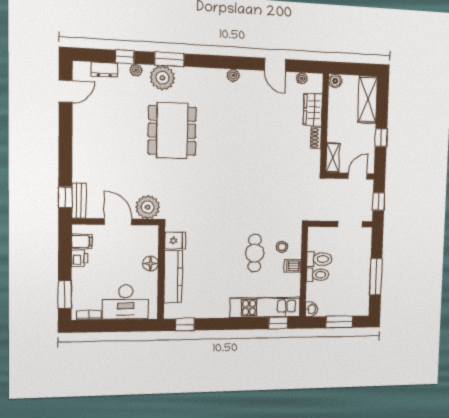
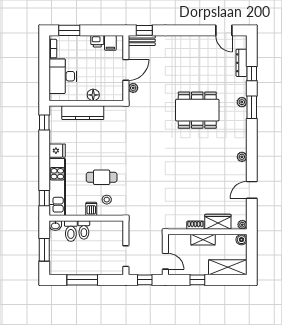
dresser: (104, 70) -> (241, 63), width x1.44
plant: (136, 70) -> (242, 82), removed
plant: (162, 78) -> (242, 102), width x0.53, depth x0.53
plant: (302, 78) -> (242, 225), moved
shelving: (333, 158) -> (203, 240), moved
plant: (148, 207) -> (133, 88), width x0.53, depth x0.53
fridge: (175, 241) -> (57, 151), moved, turned -90
toilet: (319, 259) -> (71, 231), moved

